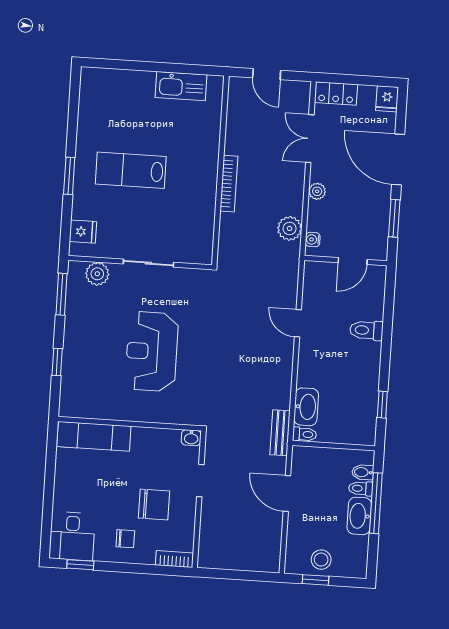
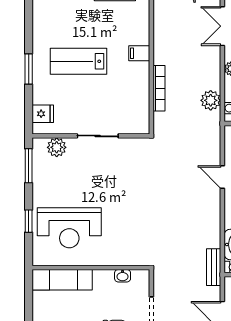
filing cabinet: (206, 165) -> (139, 53), added
bookcase: (229, 184) -> (159, 88), moved
reception desk: (152, 351) -> (69, 228), moved, turned -90
washbasin: (191, 438) -> (123, 276), moved

